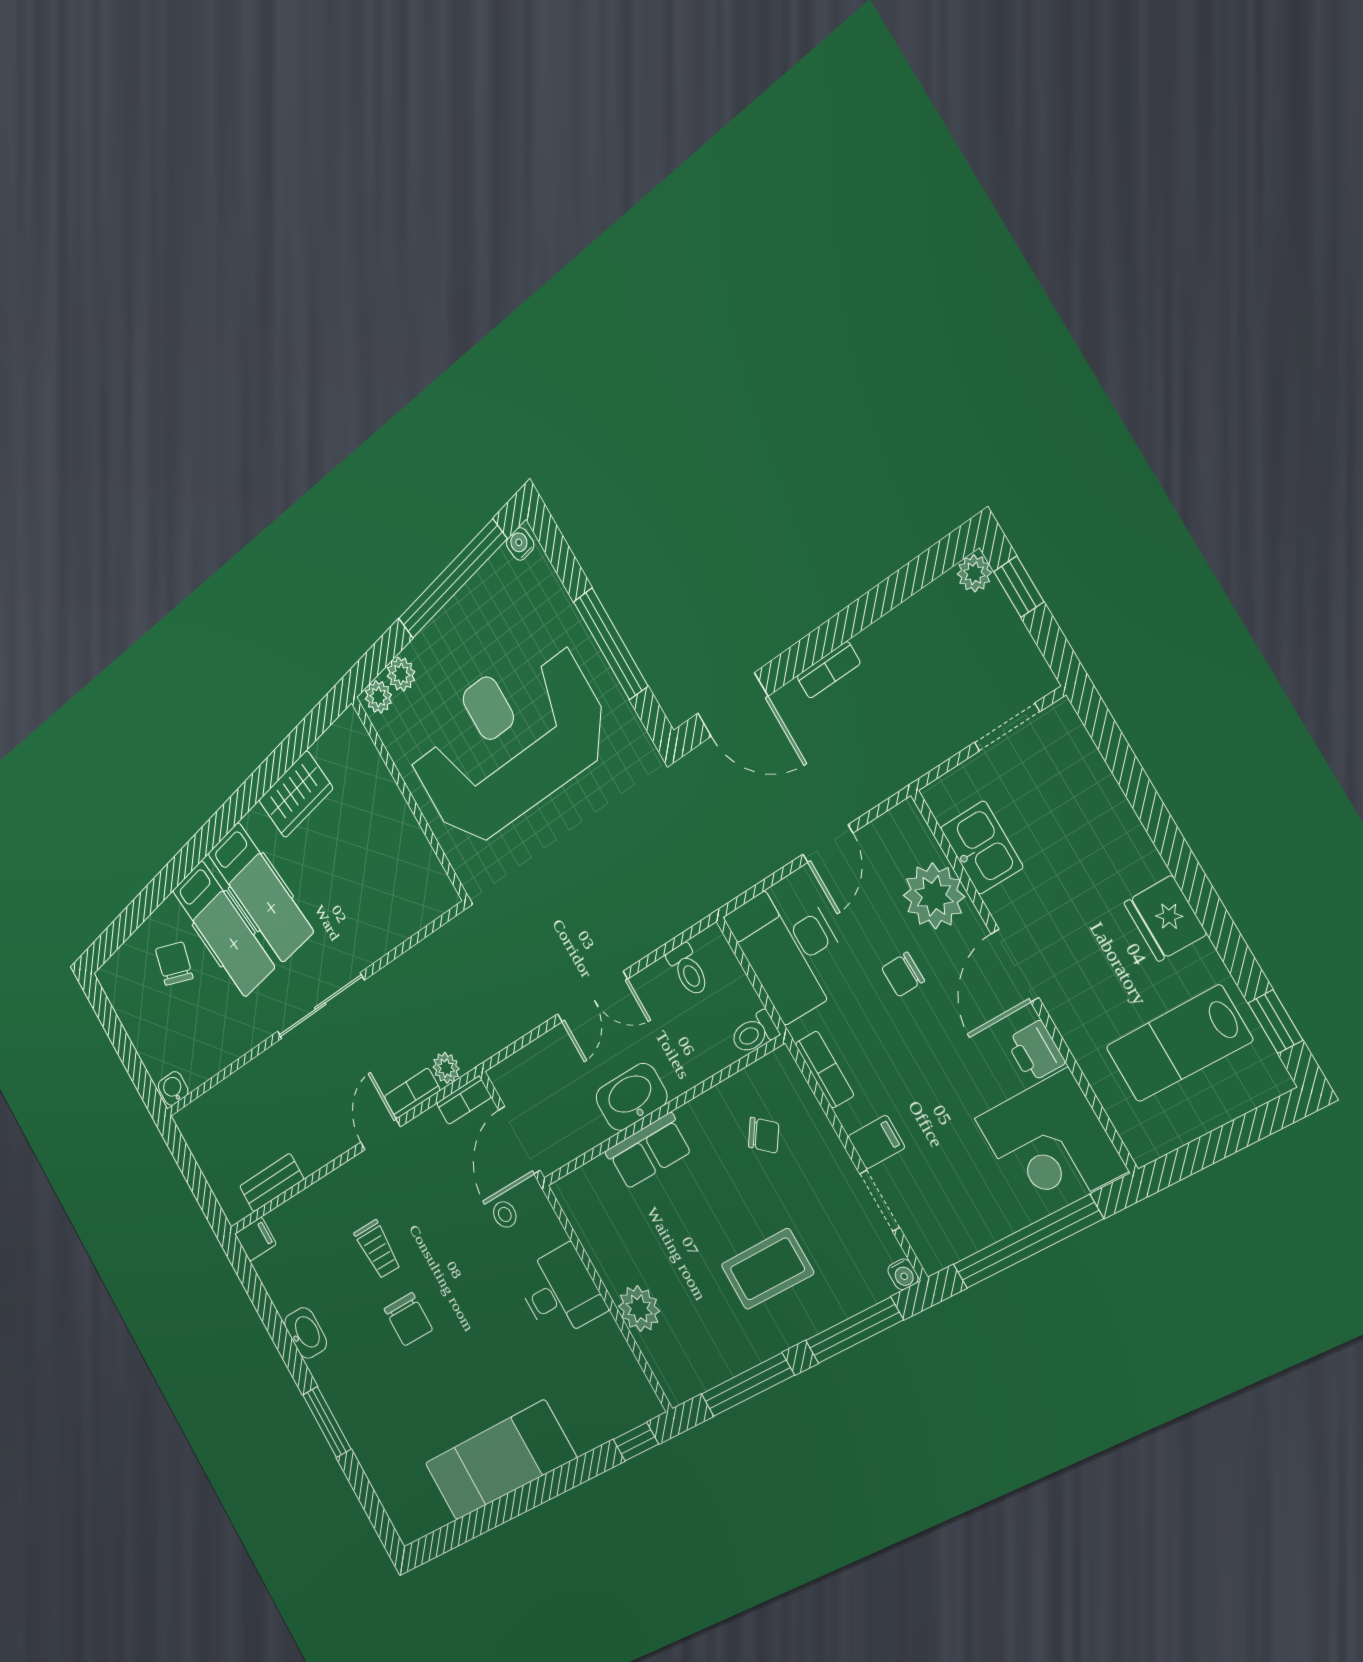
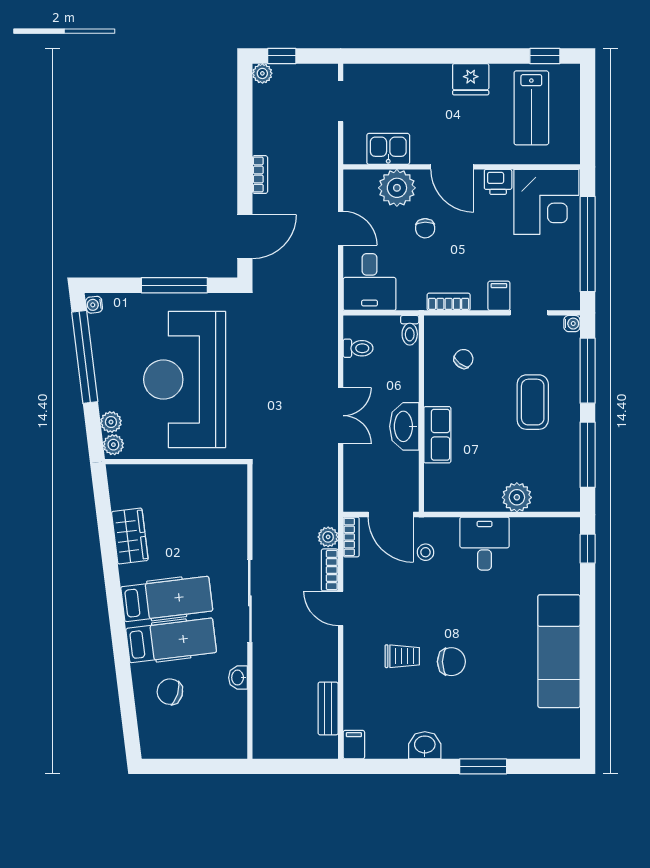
desk: (790, 948) -> (370, 282), width x0.73
washbasin: (173, 1088) -> (238, 678), moved

